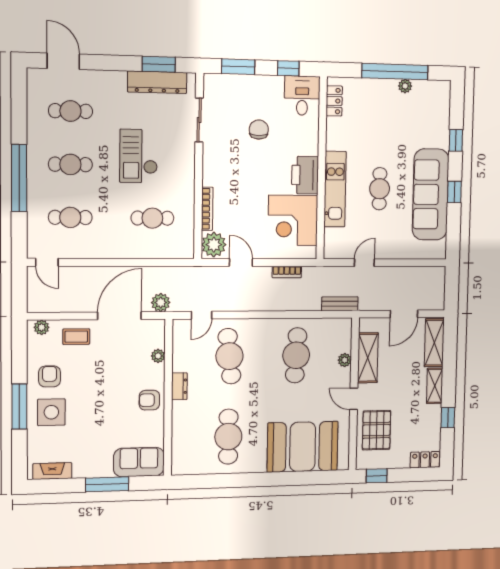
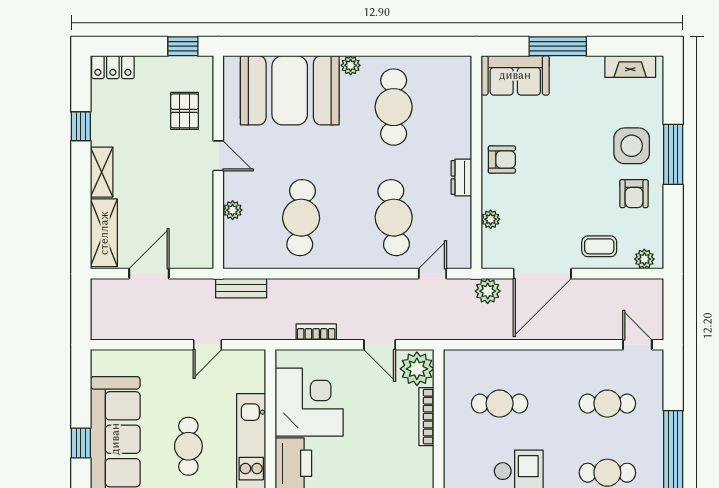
shelving: (368, 358) -> (200, 213), removed
pallet: (377, 430) -> (185, 111), width x0.67, depth x0.71
plant: (259, 466) -> (351, 65), added

